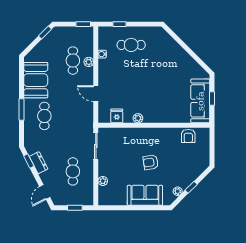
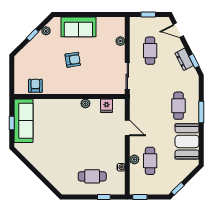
door: (45, 192) -> (178, 30), swing flipped

